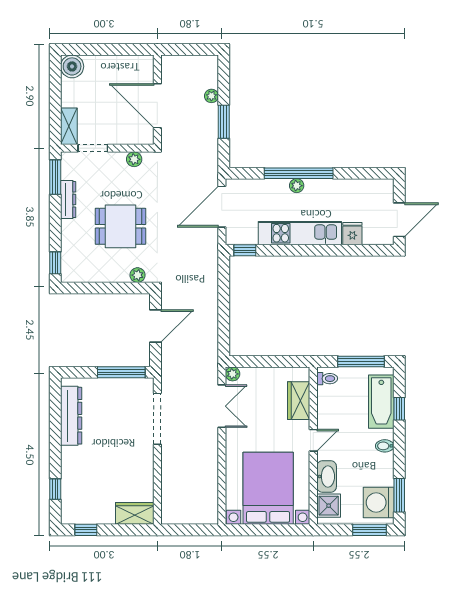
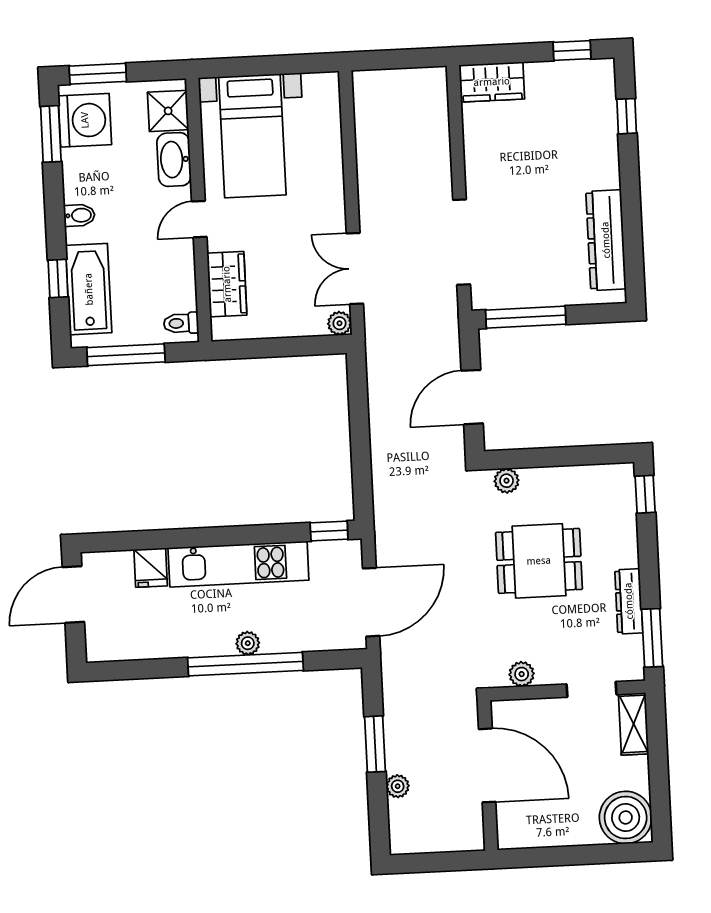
boiler: (72, 66) -> (626, 817), width x1.37, depth x1.37
bed with nightstands: (268, 488) -> (252, 136), width x0.73

